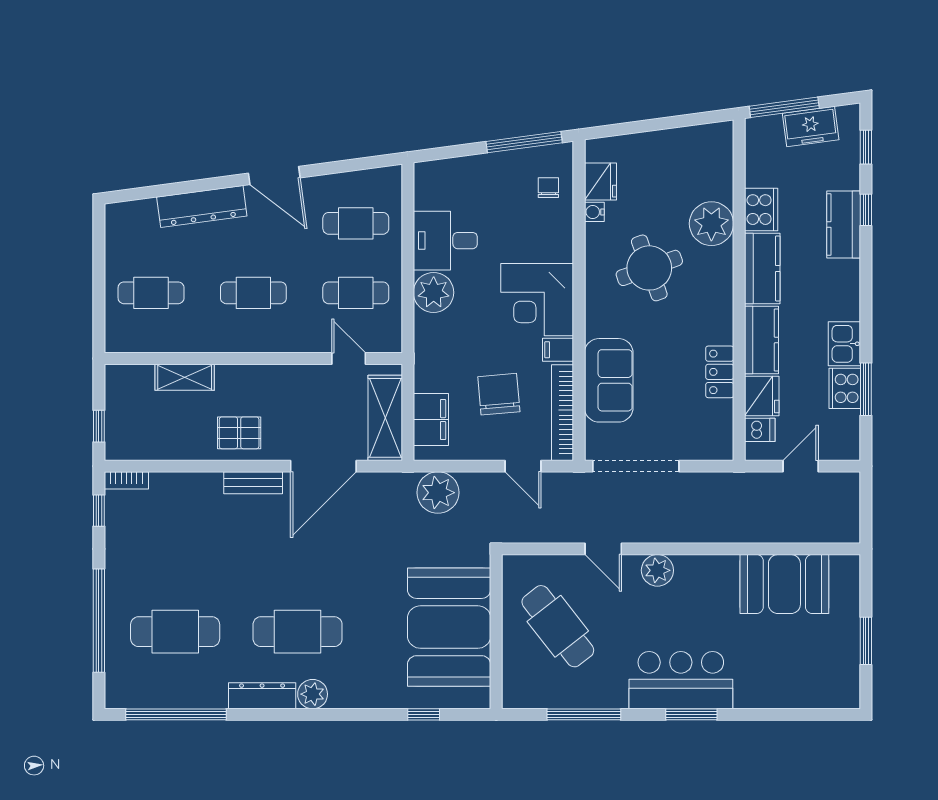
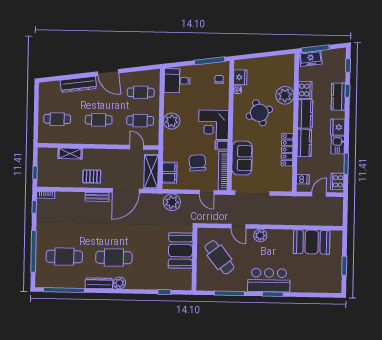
freezer: (811, 127) -> (311, 58), moved
desk: (445, 241) -> (177, 81), moved
locker: (720, 372) -> (287, 150), width x1.53
cooker: (845, 388) -> (337, 181), moved
fridge: (762, 396) -> (338, 127), moved, turned 180
booth: (449, 627) -> (181, 251), width x0.73, depth x0.70

